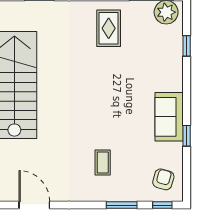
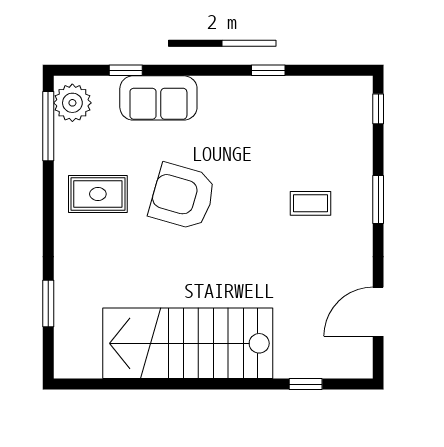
sofa: (169, 117) -> (158, 98), moved
armchair: (163, 179) -> (182, 196), moved, width x1.88, depth x1.88
window: (122, 205) -> (378, 199), moved

